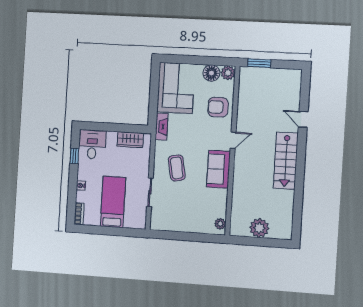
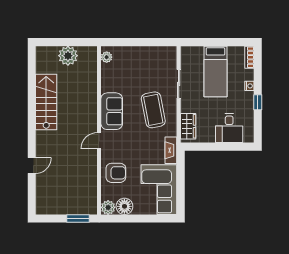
door: (303, 119) -> (32, 165), hinge flipped
wardrobe: (130, 140) -> (188, 126), moved, turned 90
desk: (92, 144) -> (229, 128), moved
window: (74, 156) -> (258, 102), moved
stairs: (286, 161) -> (46, 102), moved
coffee table: (177, 168) -> (153, 110), width x1.36, depth x1.32

